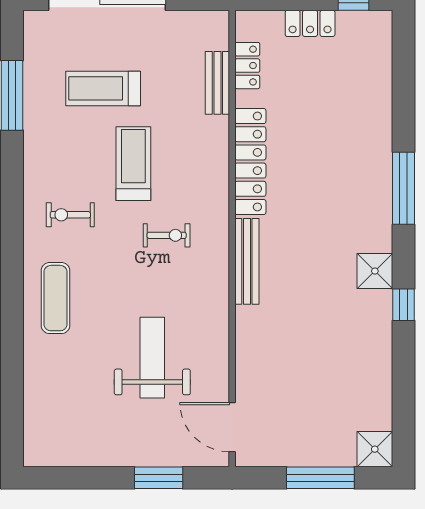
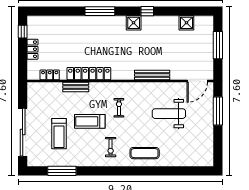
bench: (217, 83) -> (76, 87), moved
bench: (247, 261) -> (152, 75), moved
shower: (375, 449) -> (186, 23), moved
window: (159, 478) -> (218, 111), width x1.44

